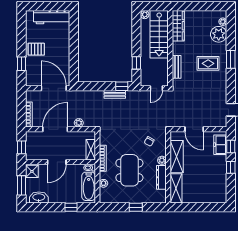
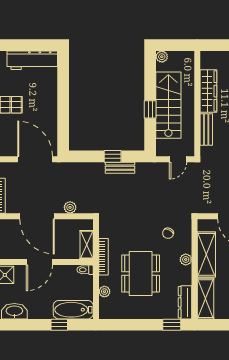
wardrobe: (178, 26) -> (208, 91), moved
stairs: (159, 34) -> (168, 105), moved, turned 180
window: (136, 63) -> (150, 109), moved
window: (122, 86) -> (113, 156), moved
door: (55, 129) -> (37, 216), swing flipped
dresser: (161, 177) -> (185, 302), moved
bathtub: (89, 186) -> (73, 310), moved, turned 90
window: (136, 207) -> (172, 325), moved

